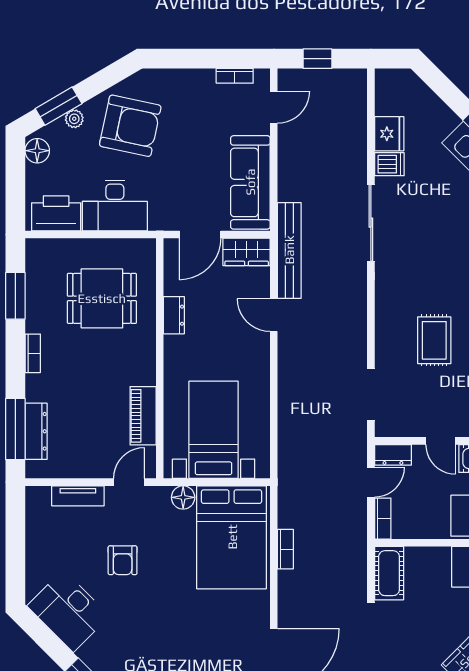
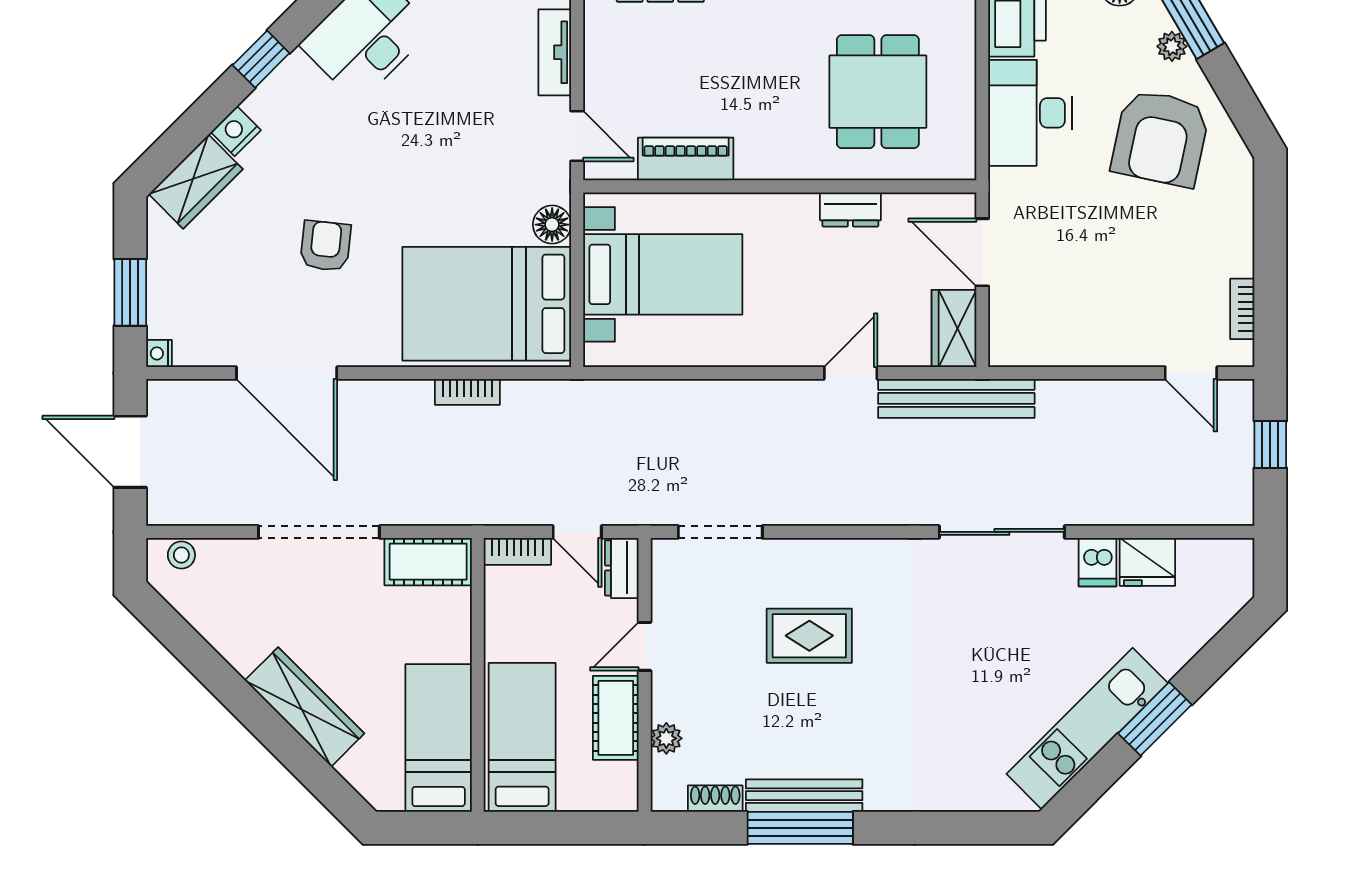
sofa: (250, 182) -> (1068, 335), removed
armchair: (123, 560) -> (326, 246), moved, turned 96

